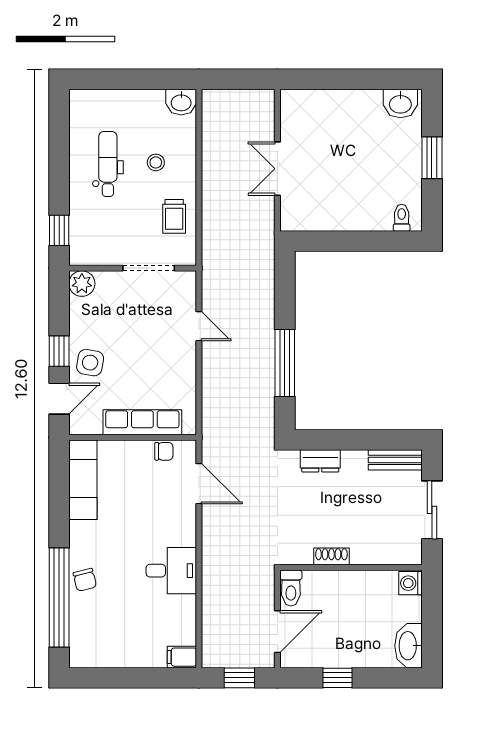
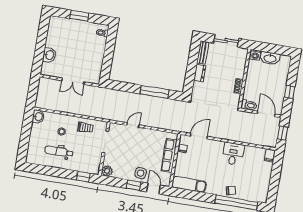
washbasin: (400, 103) -> (49, 55), moved
dresser: (320, 461) -> (200, 73), moved
washbasin: (409, 646) -> (270, 58), moved

